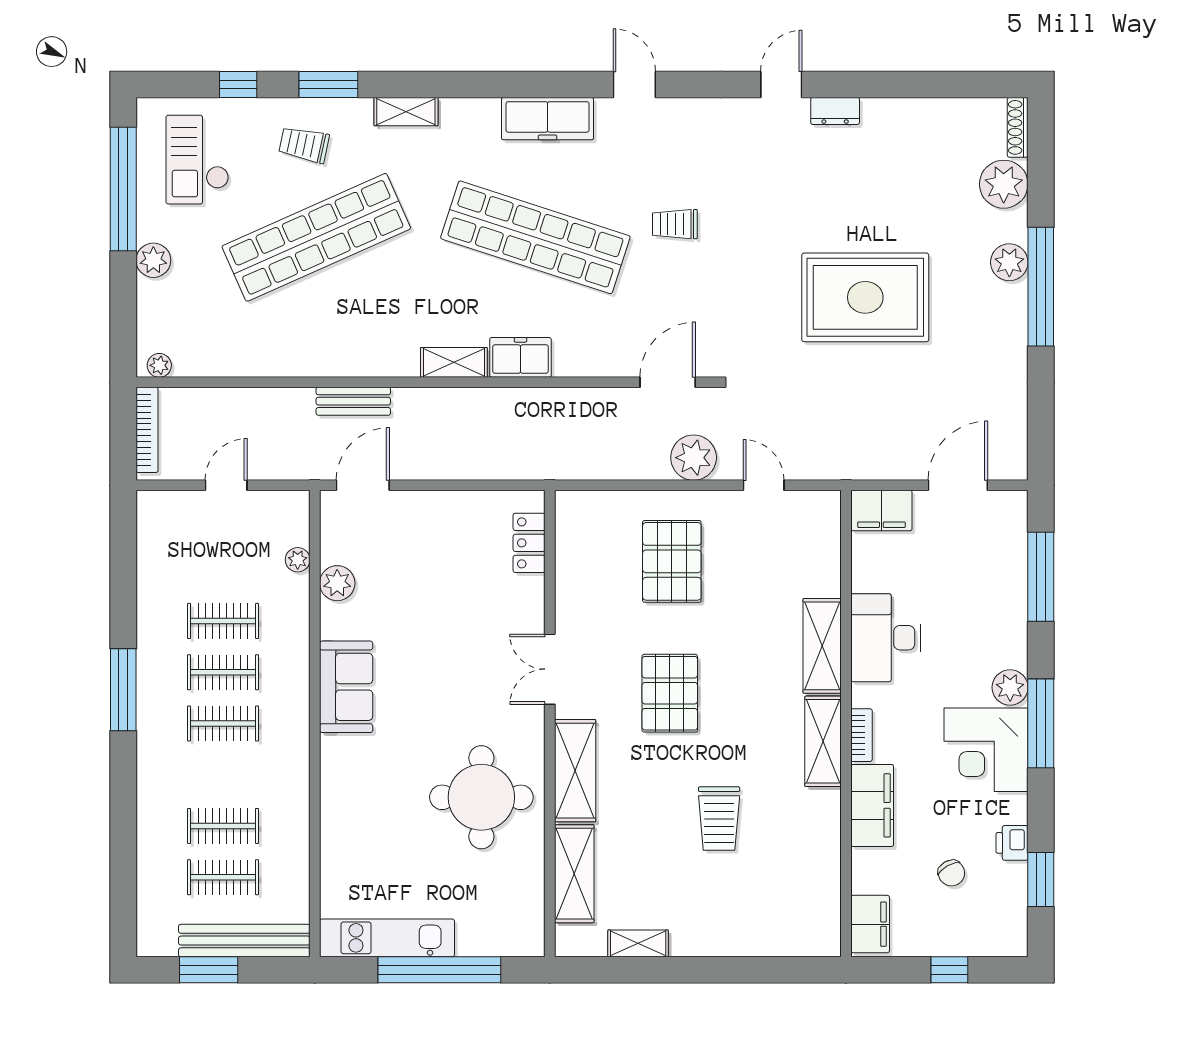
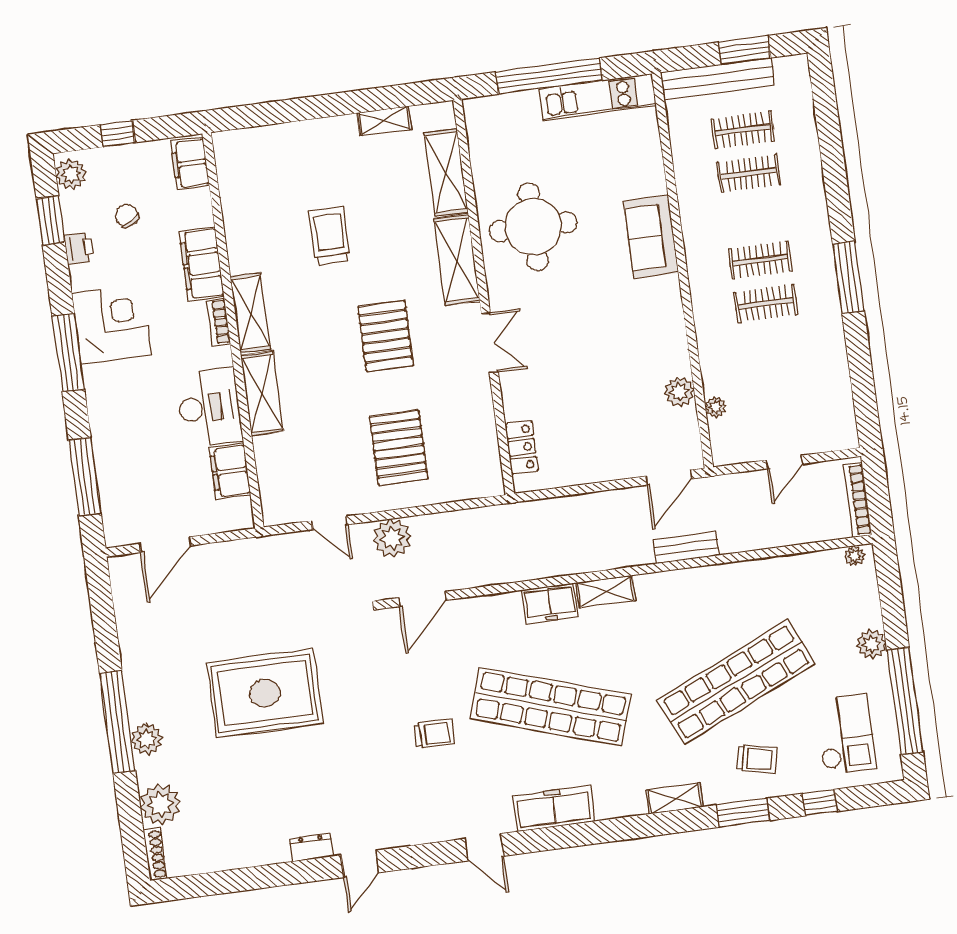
filing cabinet: (881, 510) -> (230, 471), moved, turned -90
clothes rail: (223, 621) -> (772, 347), removed
sofa: (346, 687) -> (651, 237), moved
plant: (1010, 687) -> (71, 174), moved

